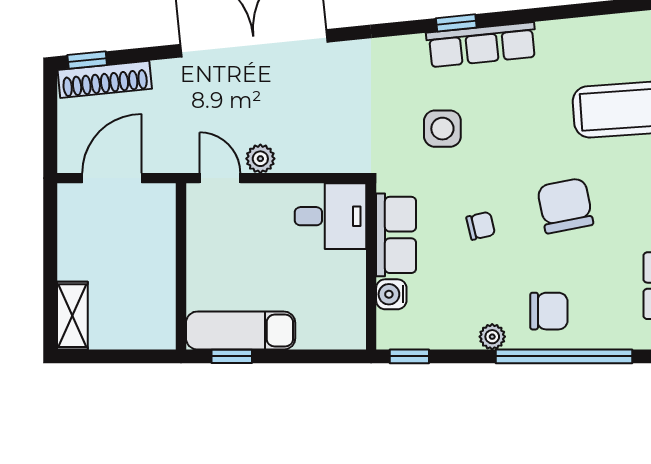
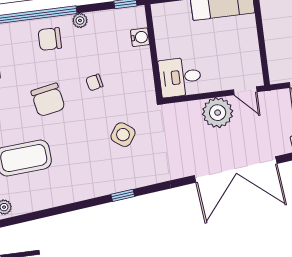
row of seats: (482, 45) -> (107, 185), removed
side table: (442, 129) -> (123, 135), turned 35
plant: (260, 159) -> (218, 113), width x1.88, depth x1.88
row of seats: (396, 235) -> (142, 71), removed

